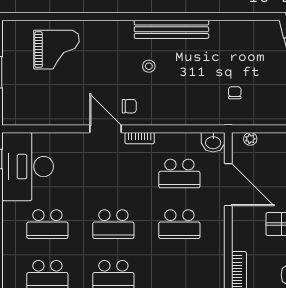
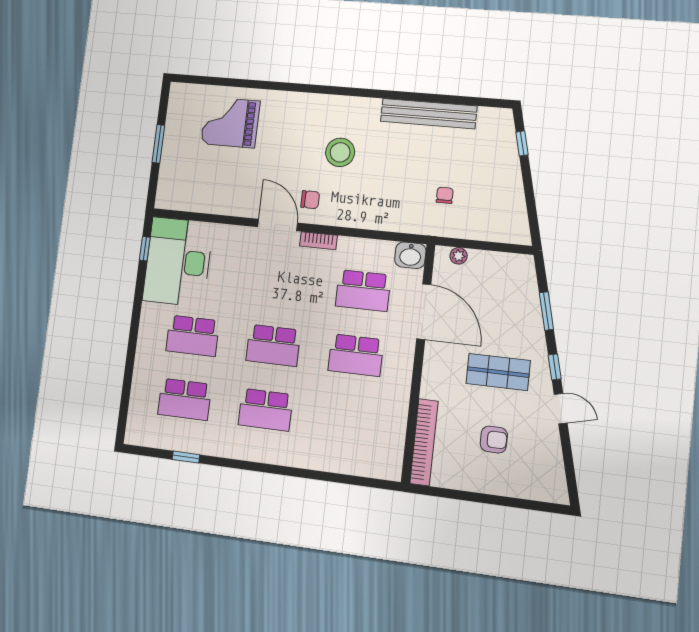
bench: (171, 29) -> (429, 114), moved
grand piano: (57, 50) -> (230, 122), turned 180
stool: (149, 66) -> (340, 152), width x1.89, depth x1.89

